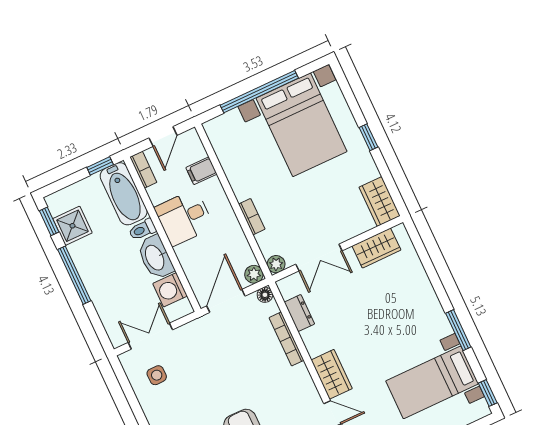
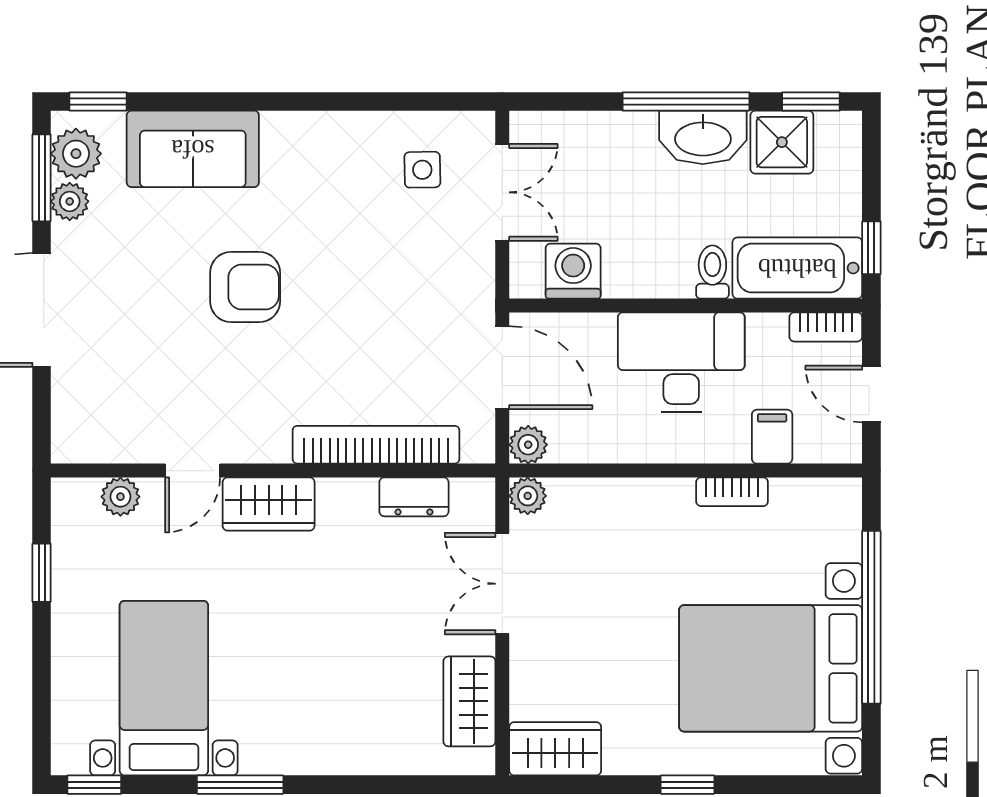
desk: (184, 217) -> (681, 362), width x1.37
bookcase: (252, 217) -> (732, 492), moved
washbasin: (155, 257) -> (703, 137), moved, turned 180
floor lamp: (265, 295) -> (479, 447), removed
bookcase: (286, 339) -> (376, 445), width x1.48, depth x1.31

